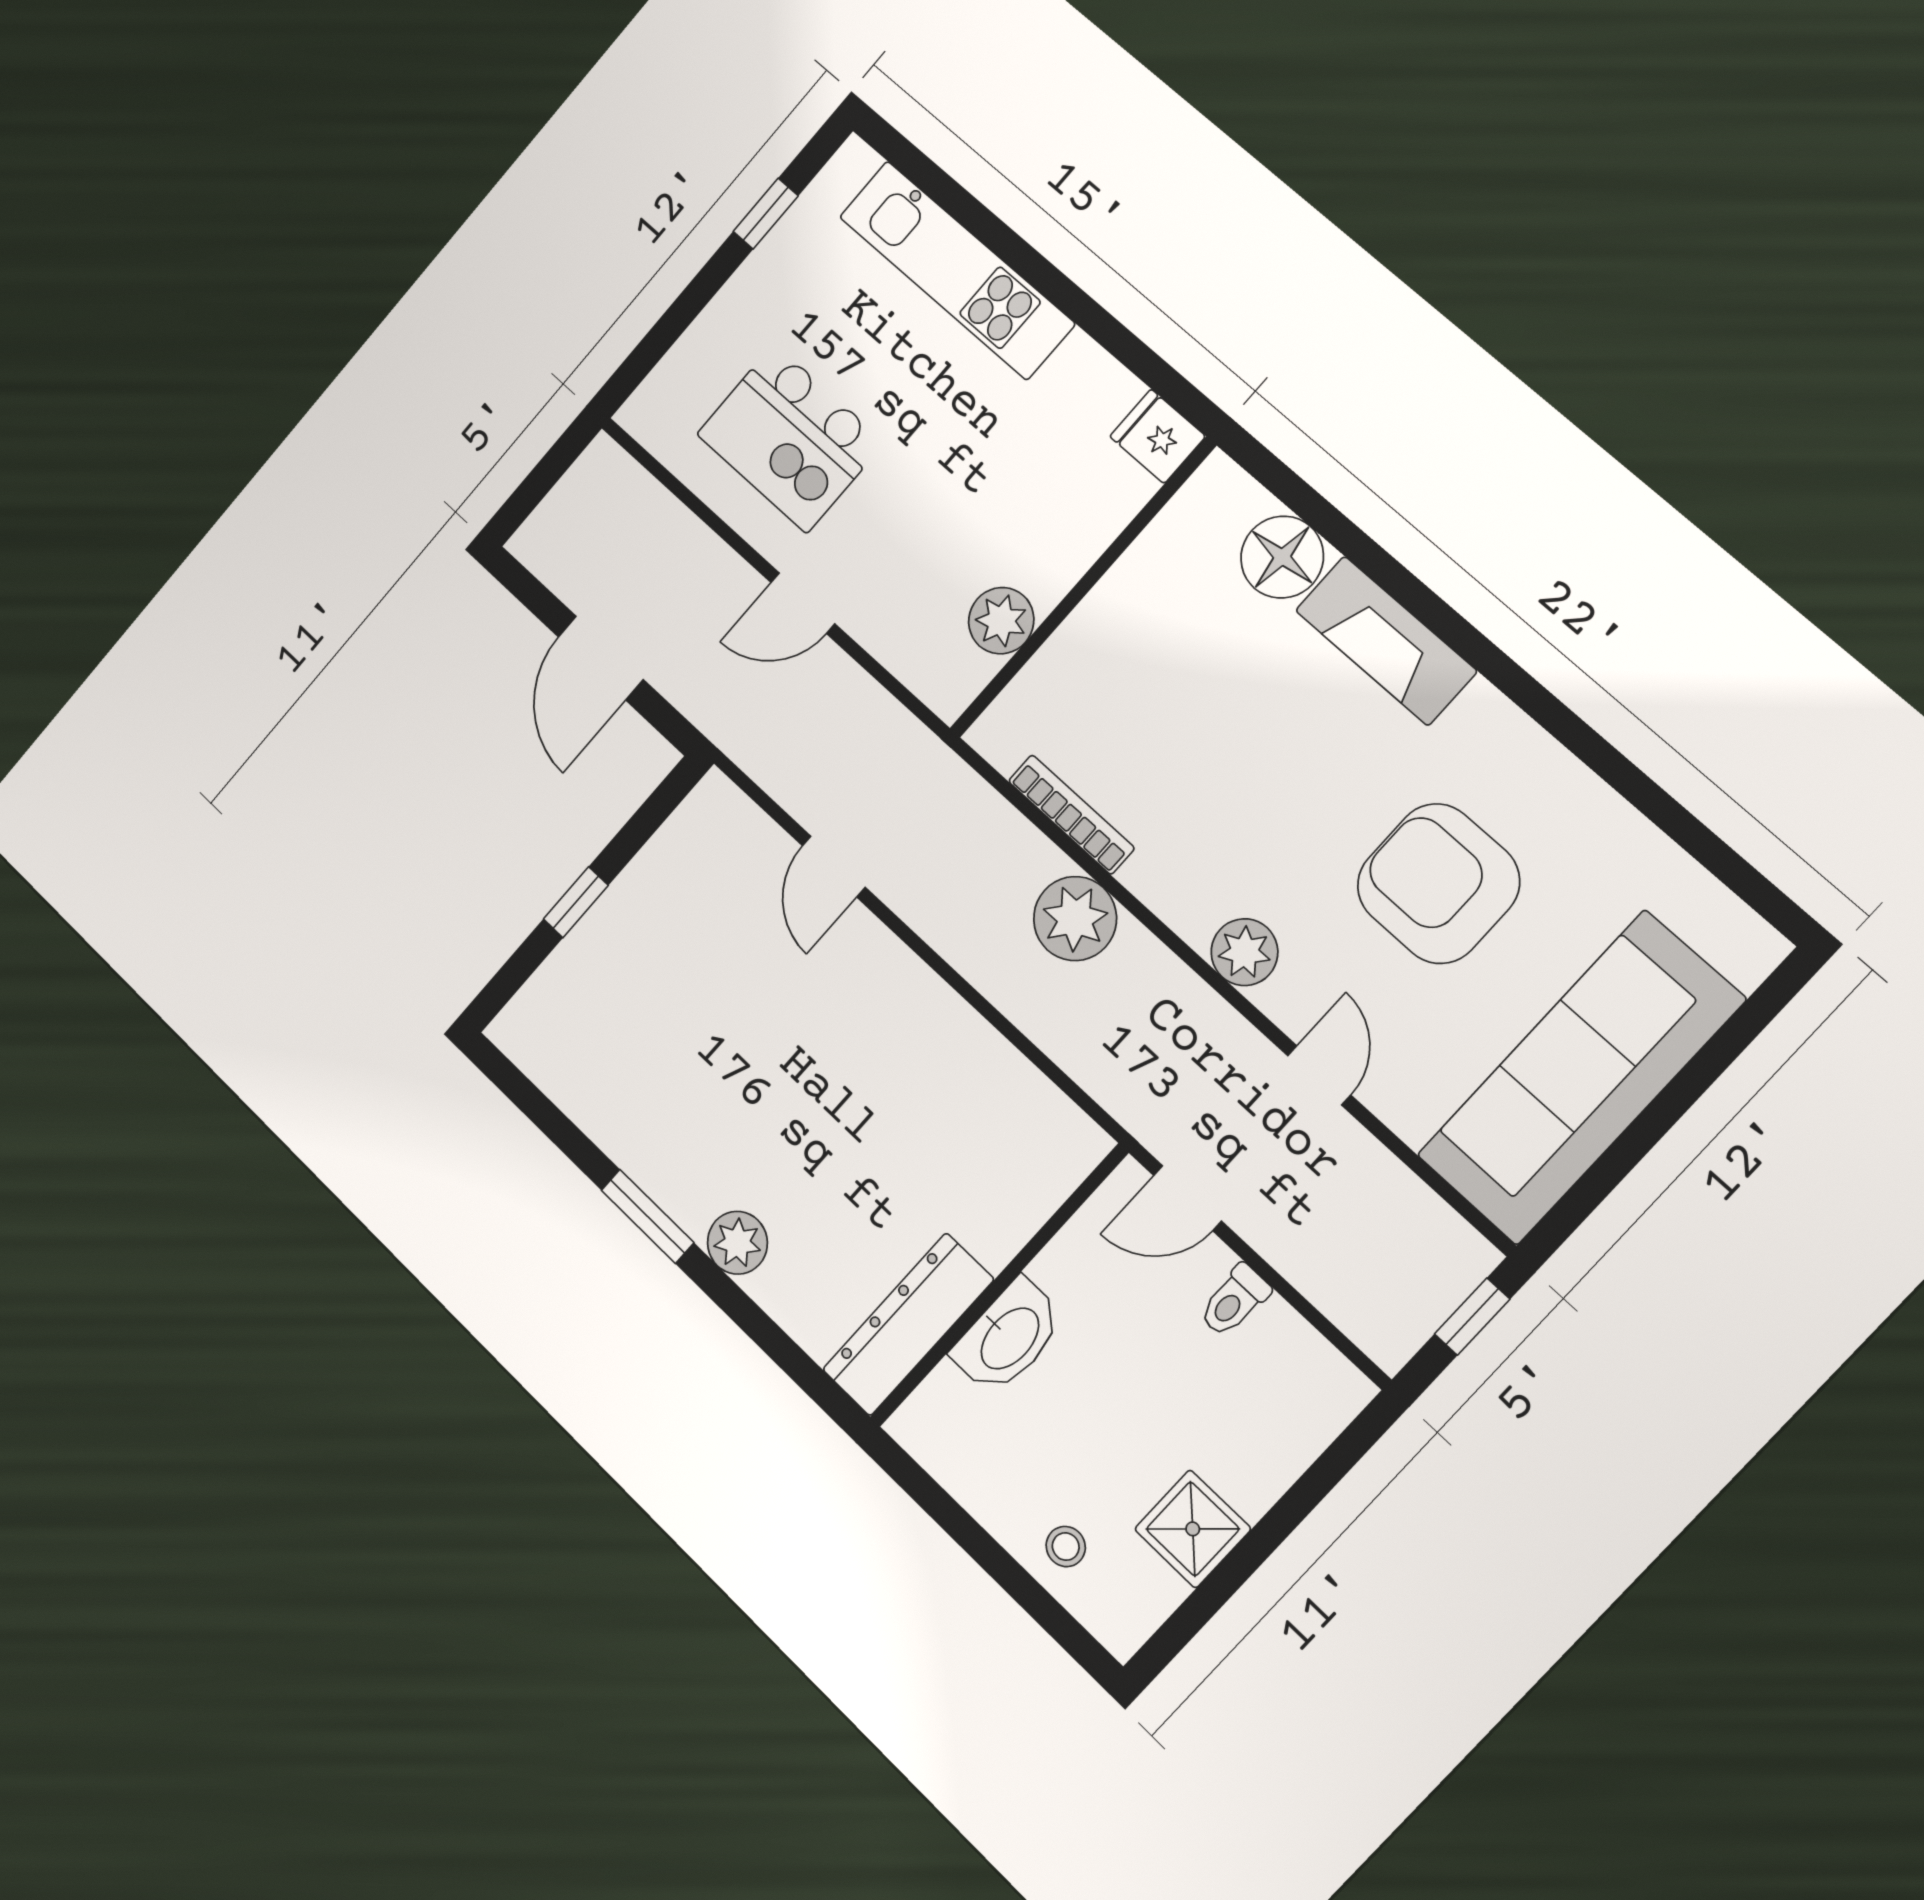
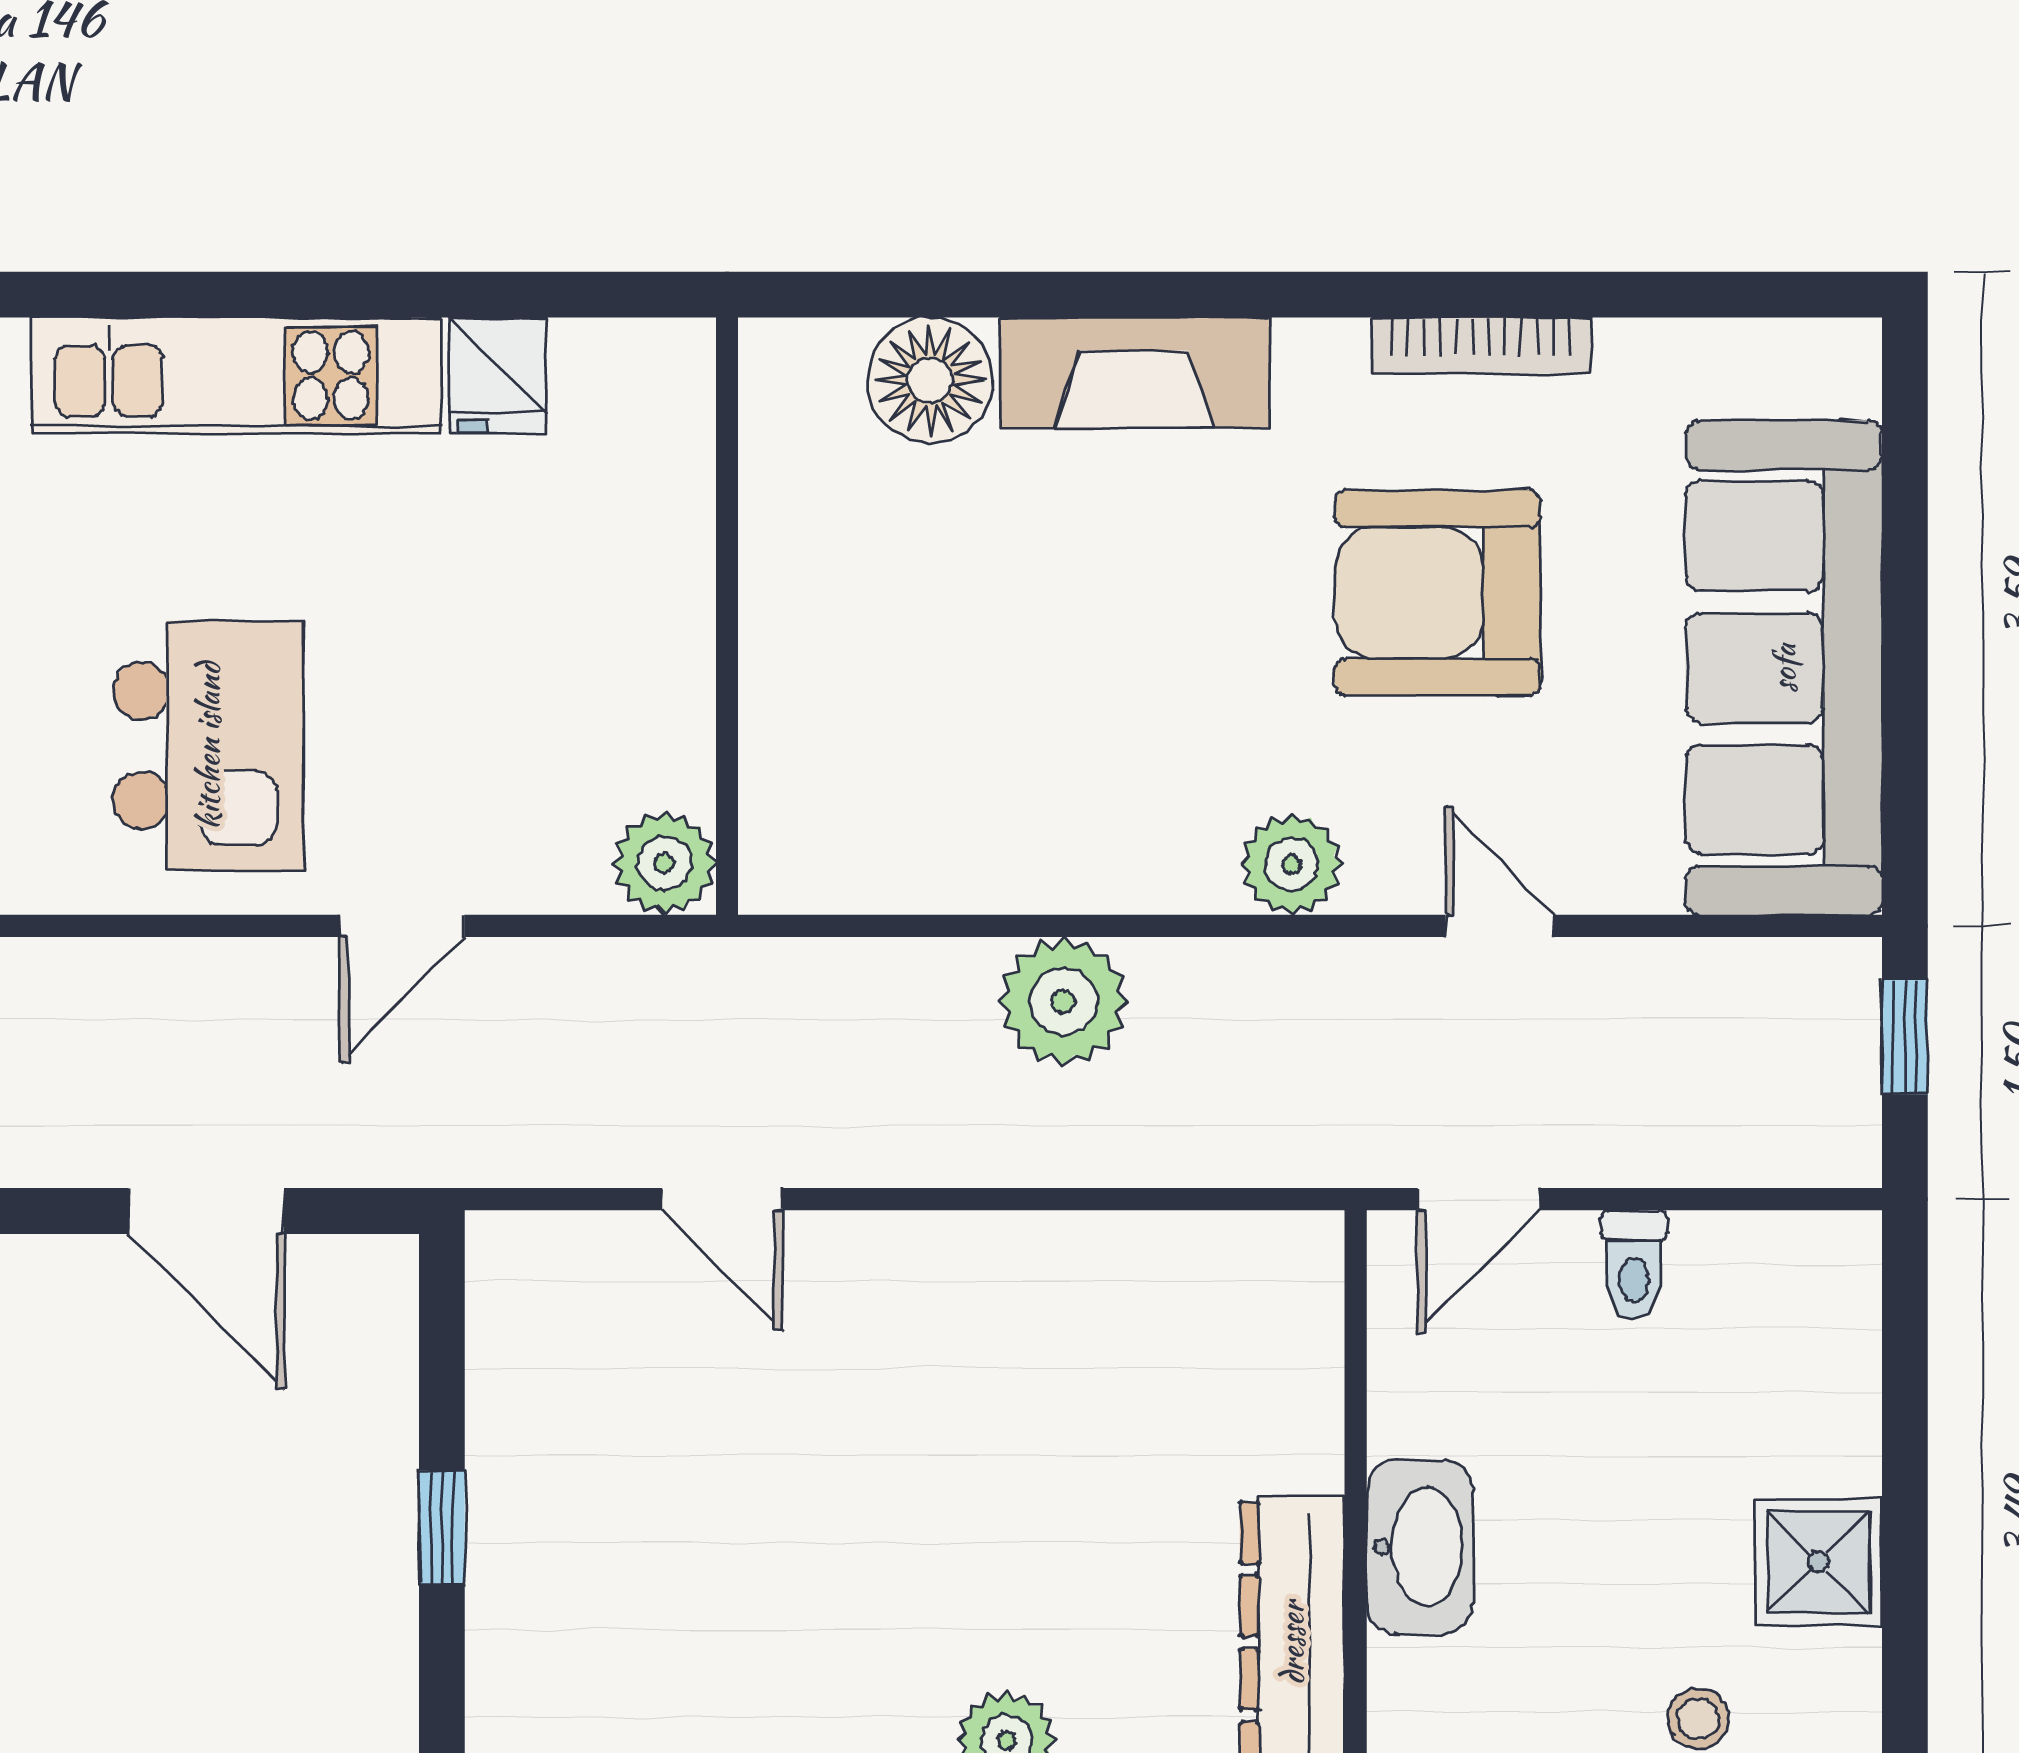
fridge: (1158, 436) -> (498, 375), moved, turned -90
kitchen island: (790, 438) -> (208, 746), turned -90
plant: (1001, 621) -> (664, 863), moved
bookcase: (1071, 815) -> (1481, 345), moved, turned 180

